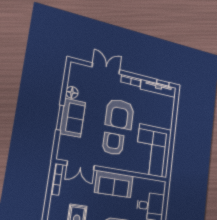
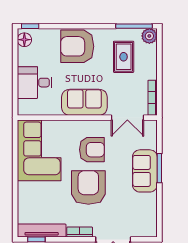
floor lamp: (72, 92) -> (150, 200), removed
armchair: (113, 144) -> (92, 150), turned -90
double door: (81, 165) -> (127, 118), swing flipped

